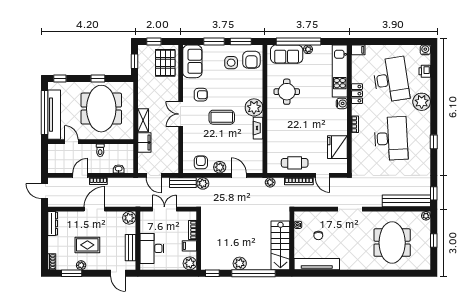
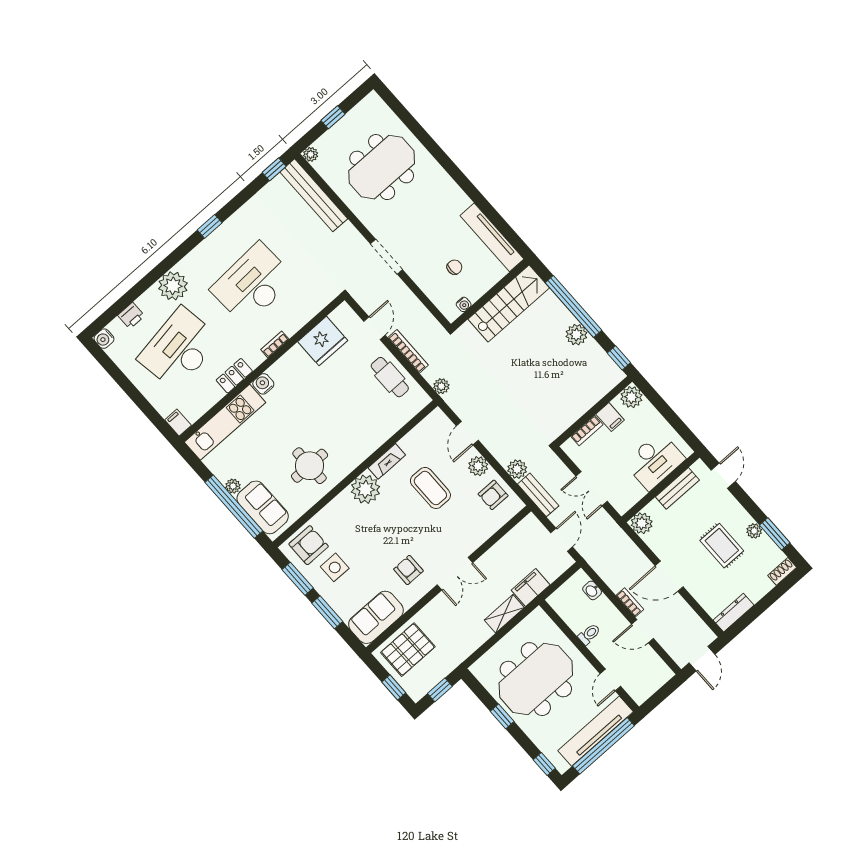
coffee table: (222, 117) -> (430, 488), moved

